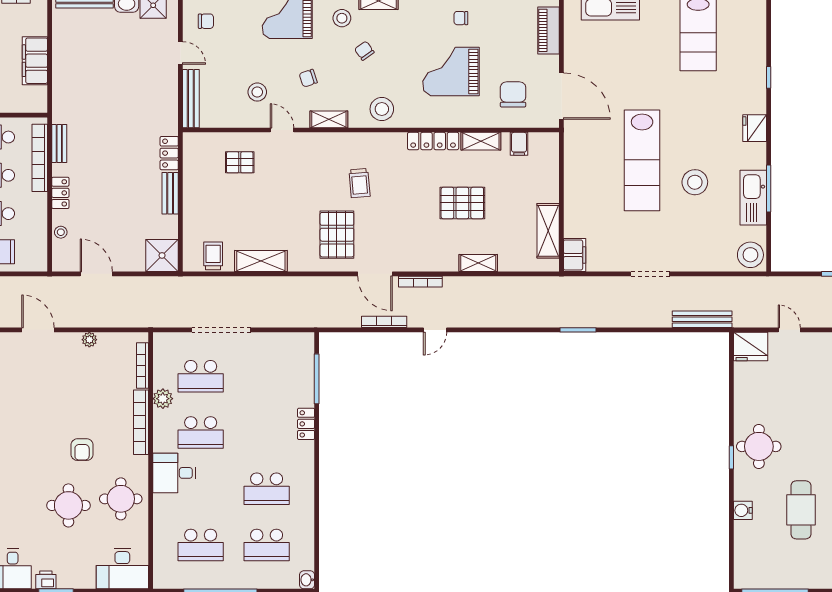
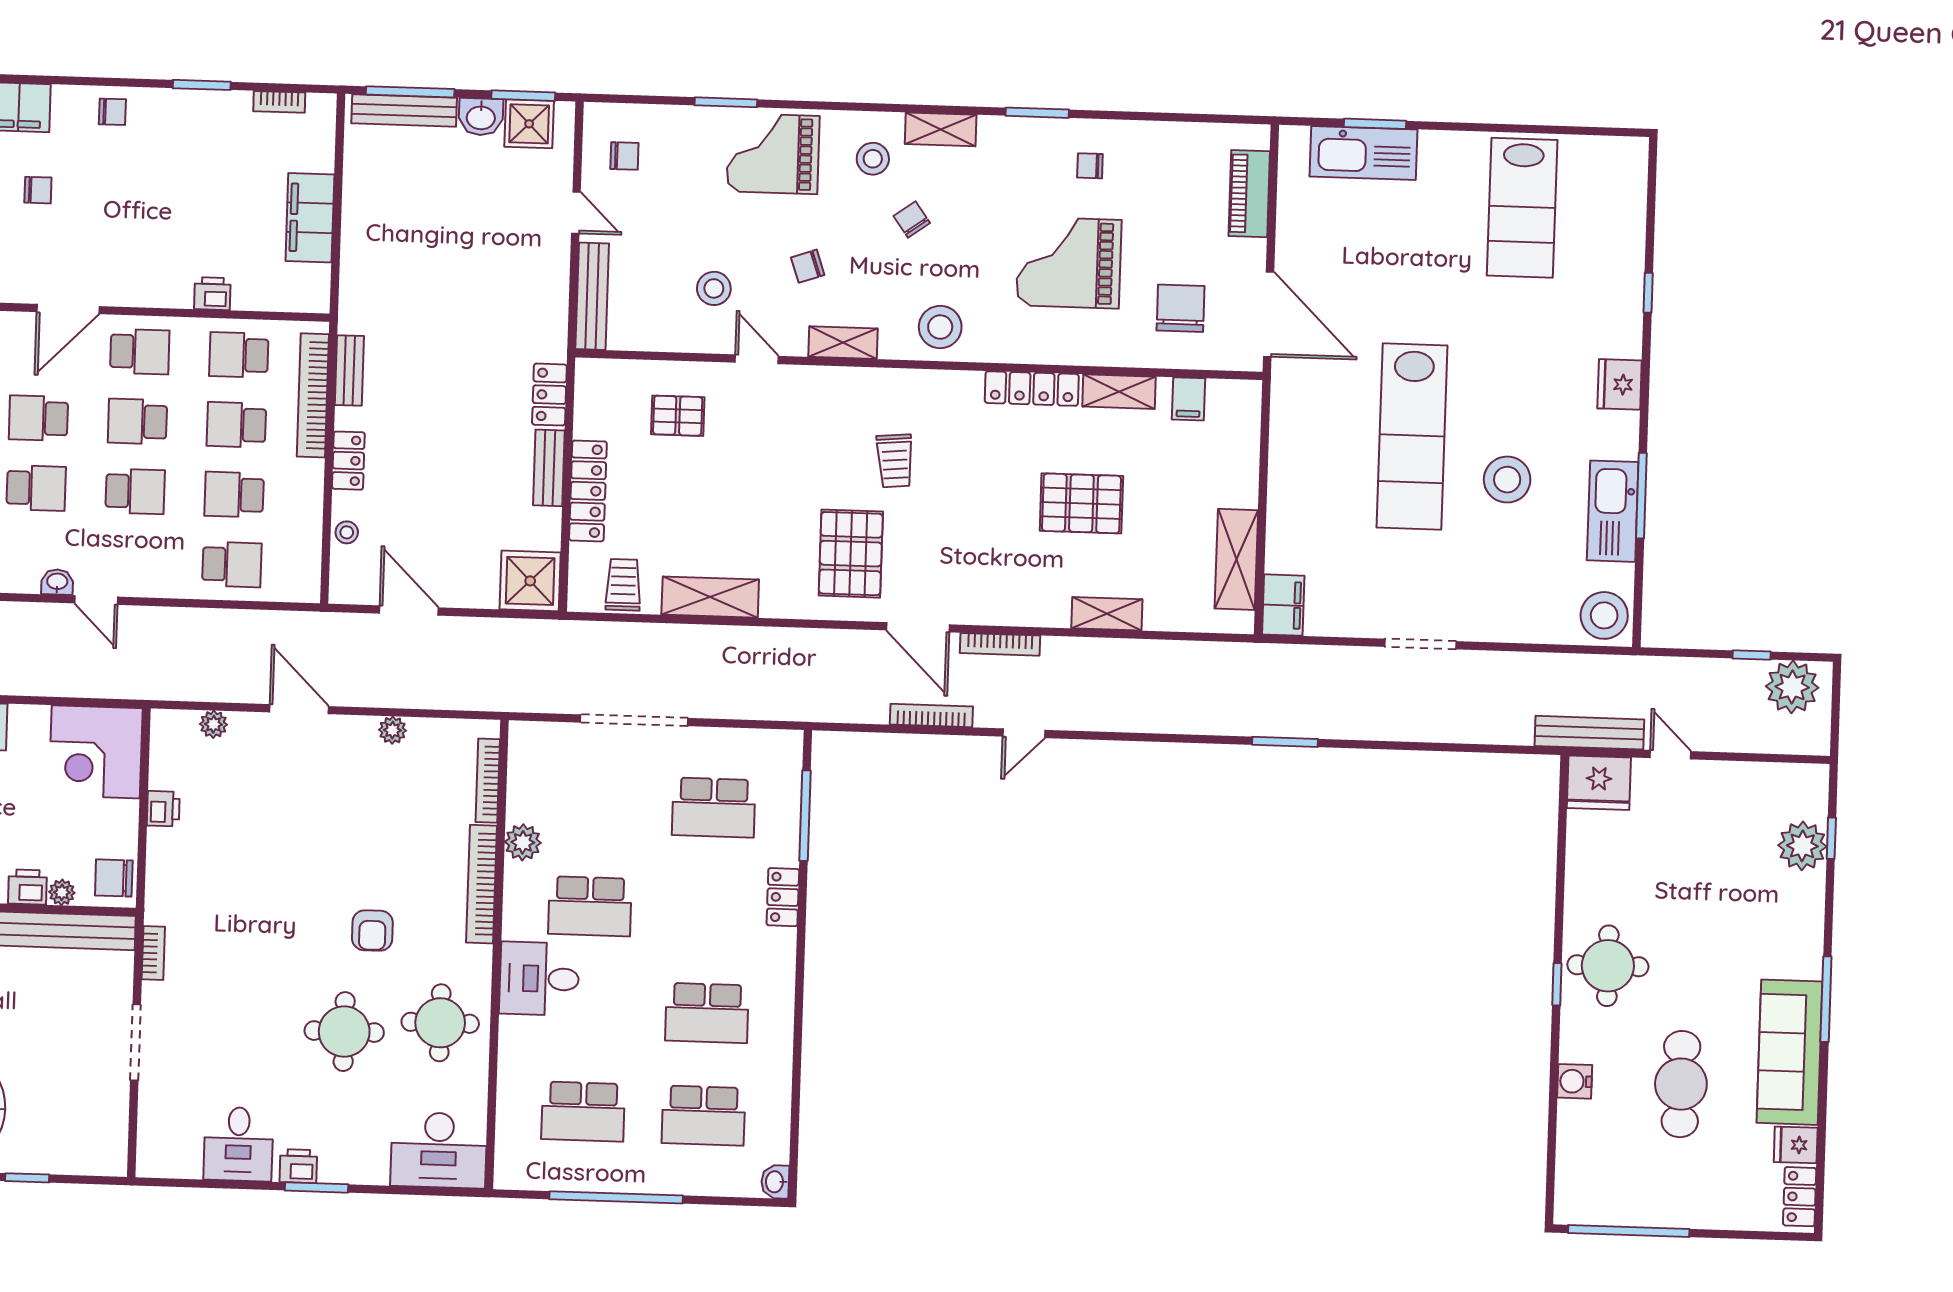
locker: (192, 205) -> (588, 491), added
bench: (702, 319) -> (1589, 733), moved
school desk: (201, 376) -> (714, 808), moved

